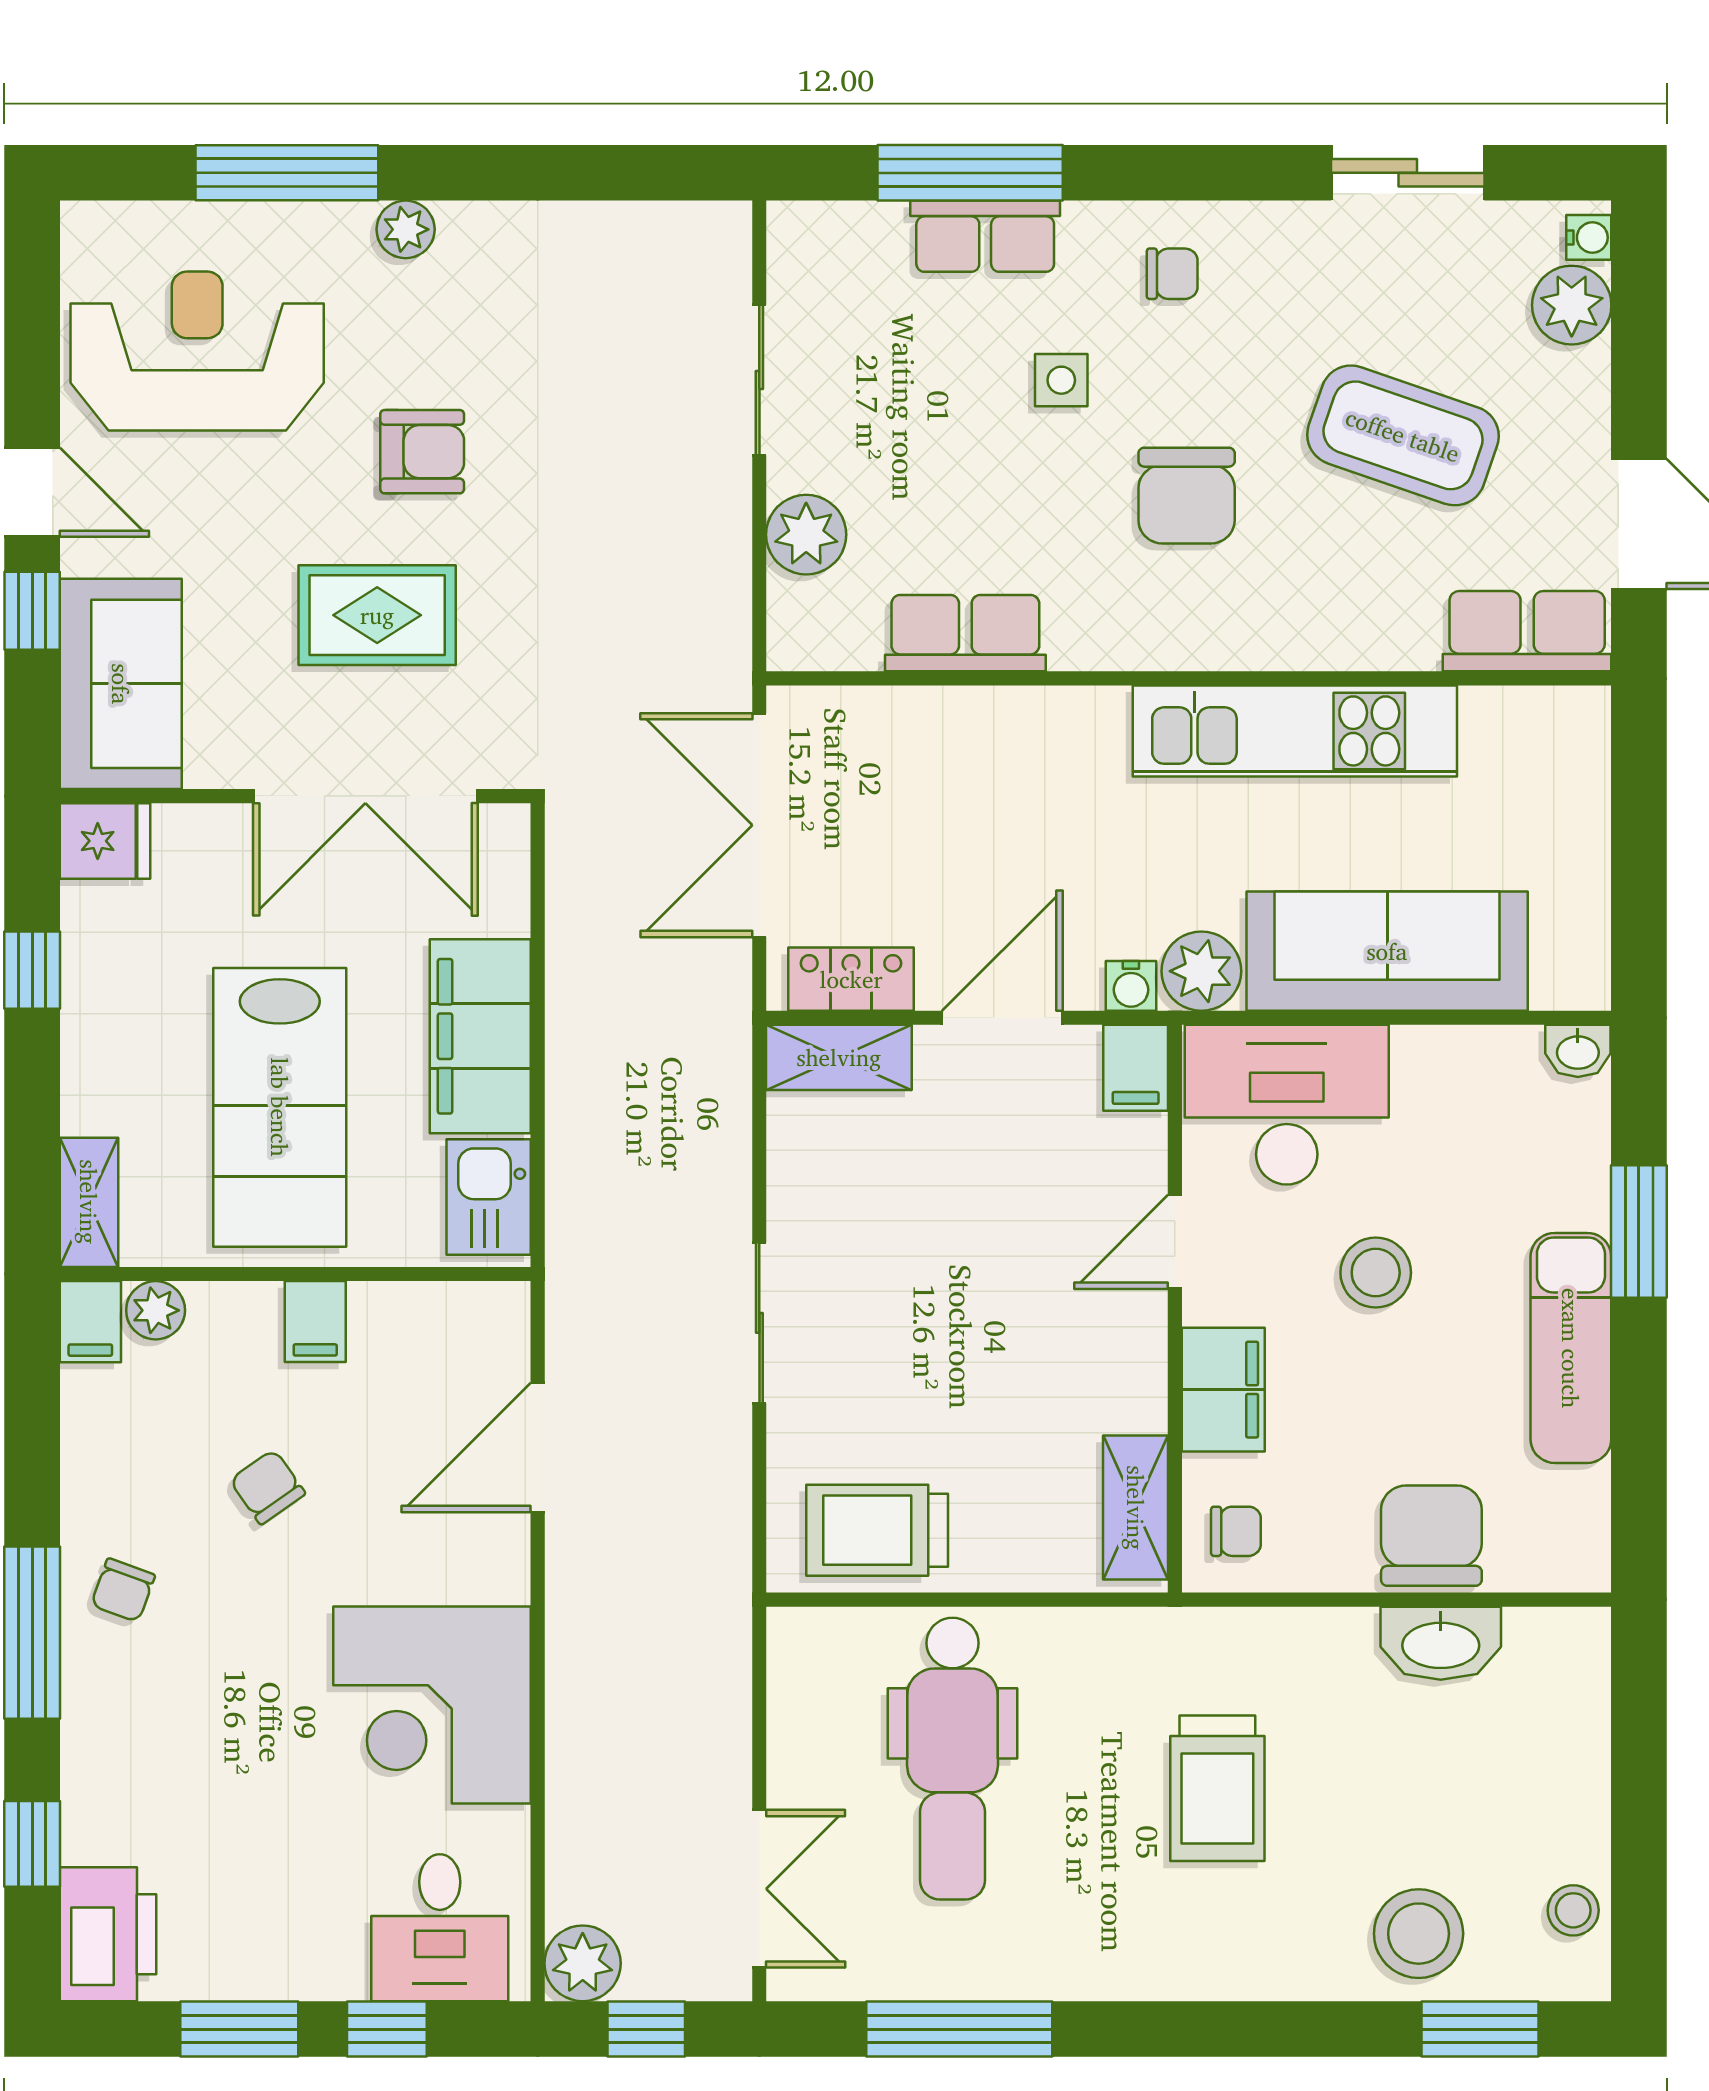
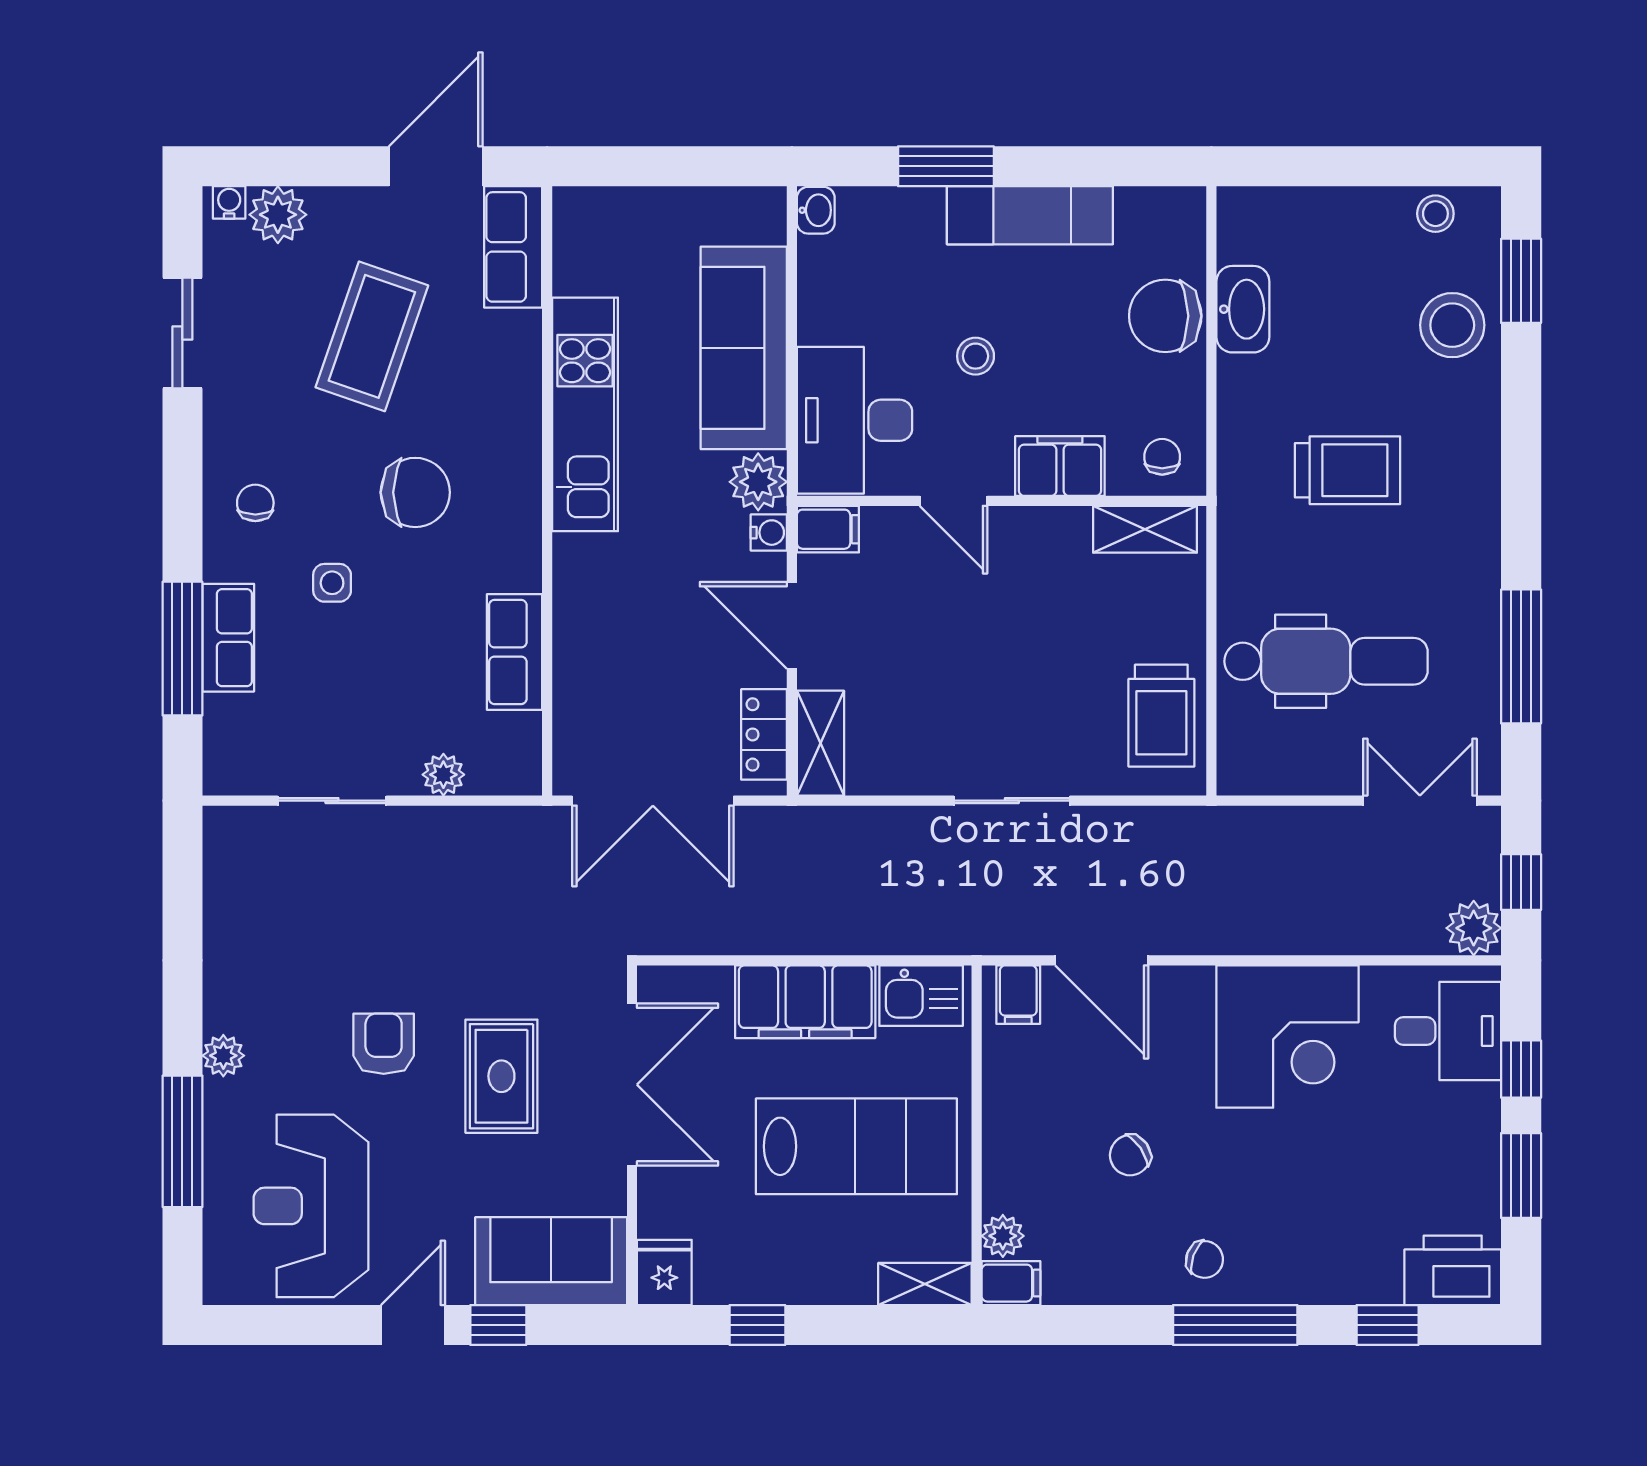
plant: (806, 535) -> (443, 775), width x0.73, depth x0.73
stool: (1376, 1273) -> (976, 356), width x0.73, depth x0.73
filing cabinet: (315, 1322) -> (1018, 995), moved, turned 90

